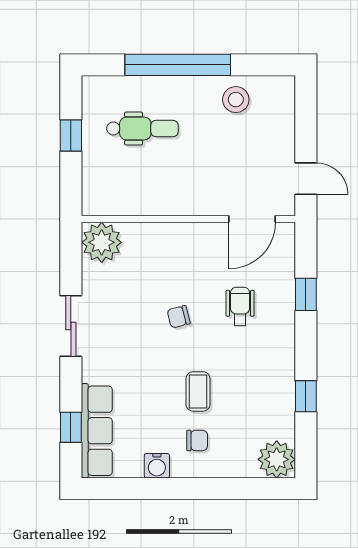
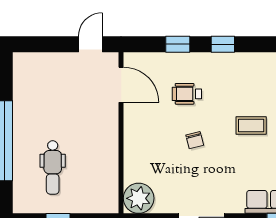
stool: (236, 100) -> (31, 97), removed
dental chair: (142, 128) -> (53, 167), turned 180
window: (306, 396) -> (223, 44), moved

